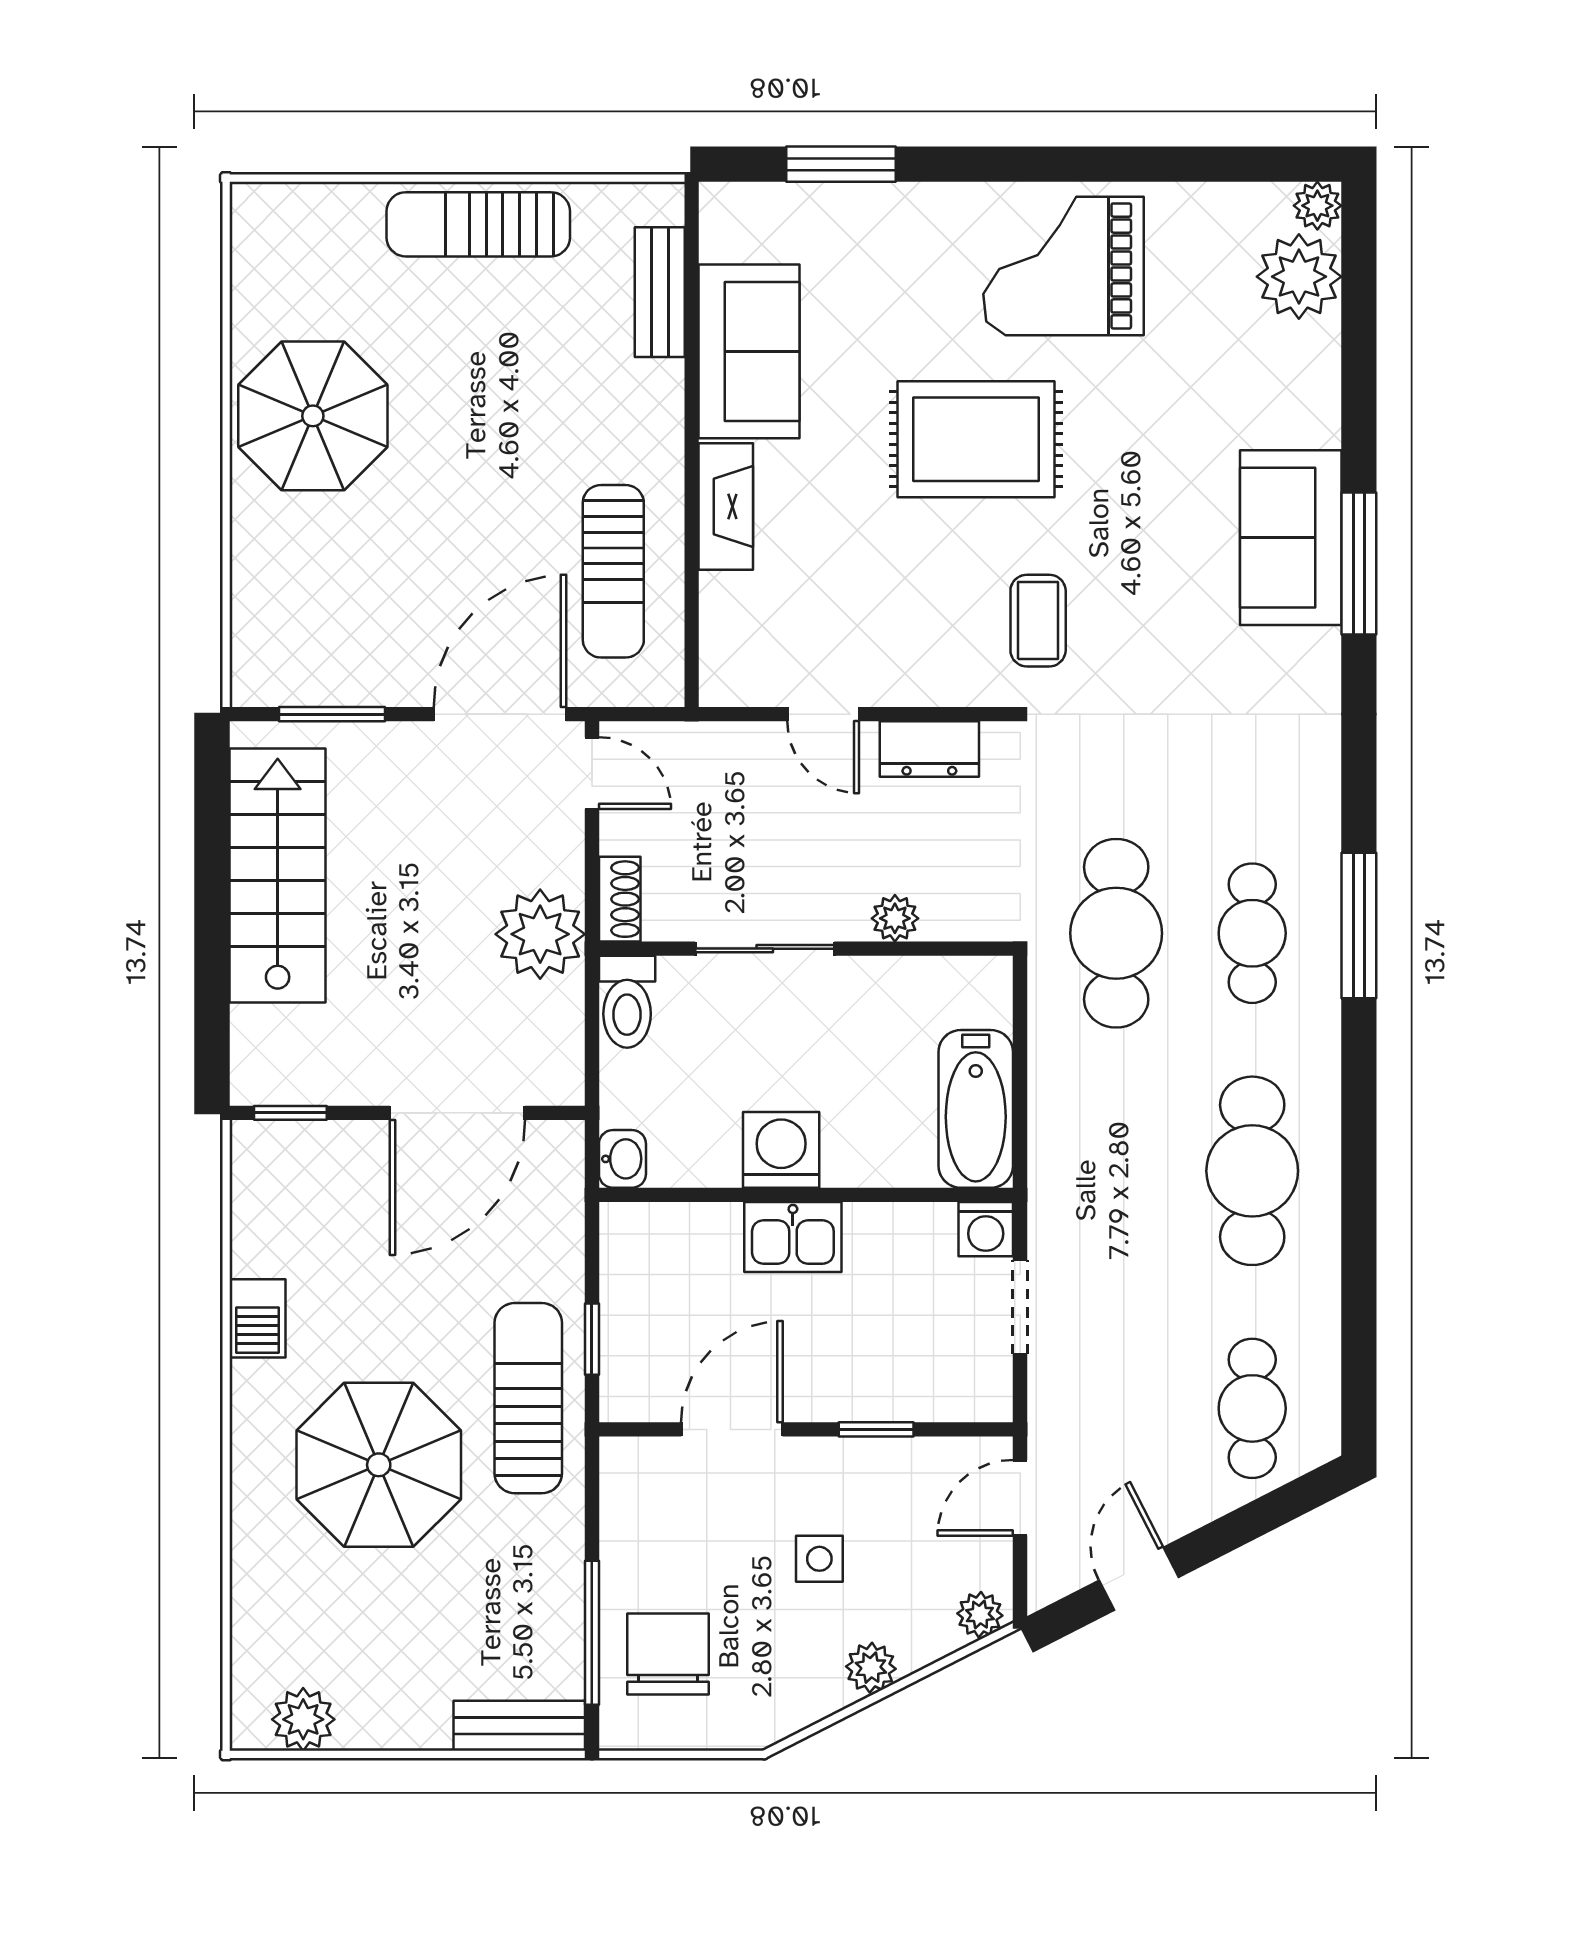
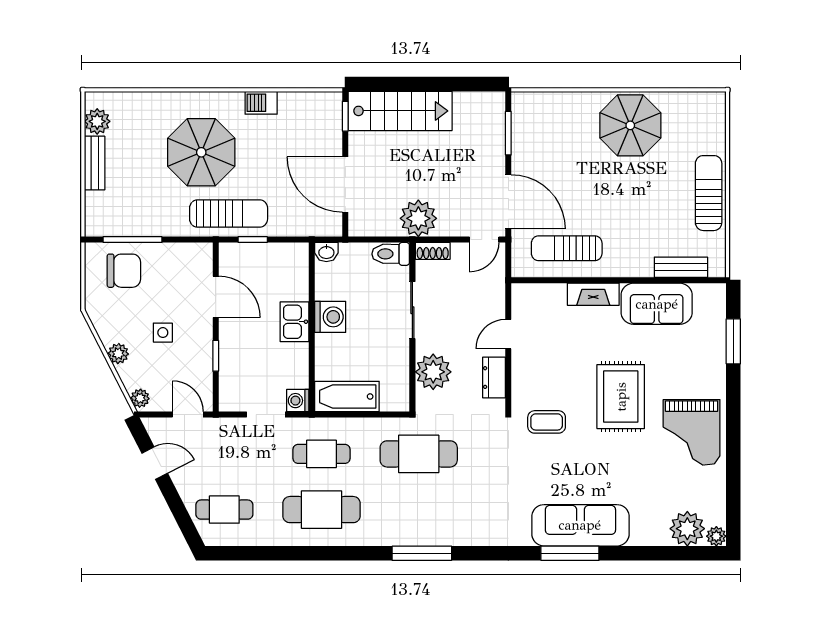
grand piano: (1063, 266) -> (692, 432), turned 180
sofa: (1291, 538) -> (580, 525), width x1.36
stairs: (278, 876) -> (400, 111), moved
plant: (895, 918) -> (433, 372), width x1.88, depth x1.88
cafe table: (1252, 933) -> (322, 454), moved
bench: (519, 1726) -> (95, 163), moved

